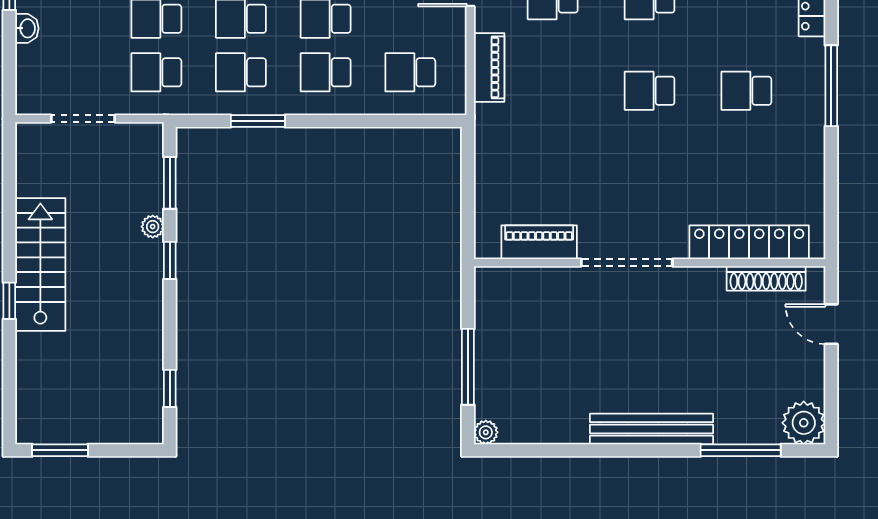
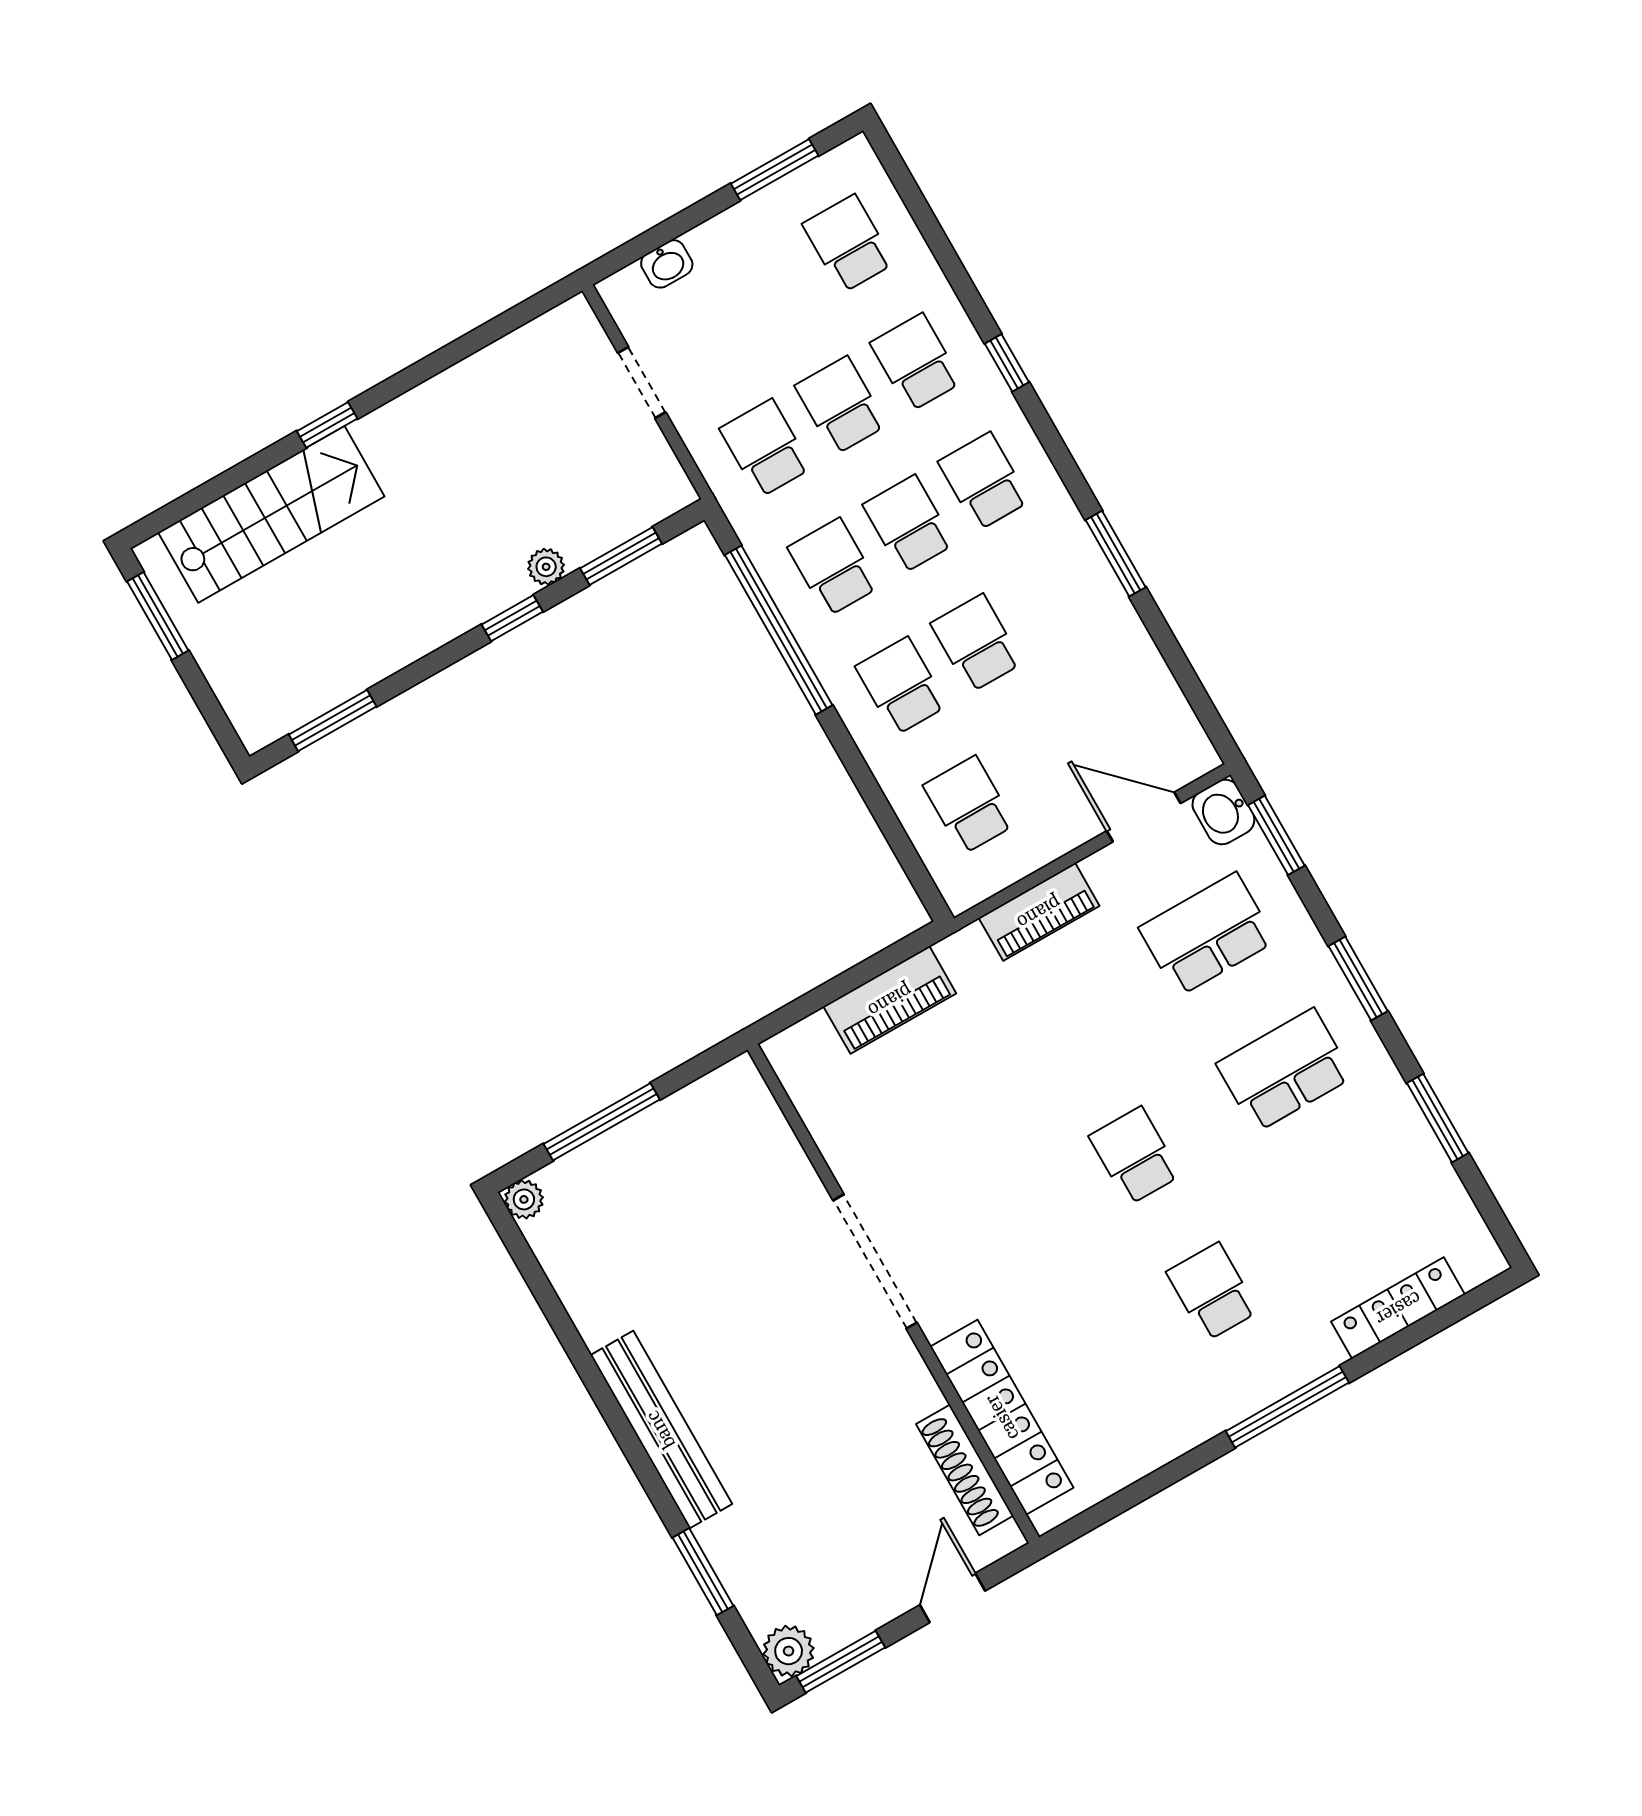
washbasin: (27, 28) -> (667, 264), moved
doorway: (83, 119) -> (642, 383), width x0.73
window: (258, 121) -> (779, 630), width x2.11
piano: (539, 242) -> (890, 1000), moved, turned 90
stairs: (40, 264) -> (271, 514), moved
window: (170, 388) -> (333, 721), width x1.50
window: (831, 404) -> (841, 1662), added
plant: (804, 423) -> (789, 1651), width x0.73, depth x0.73
window: (741, 450) -> (703, 1572), width x0.69

